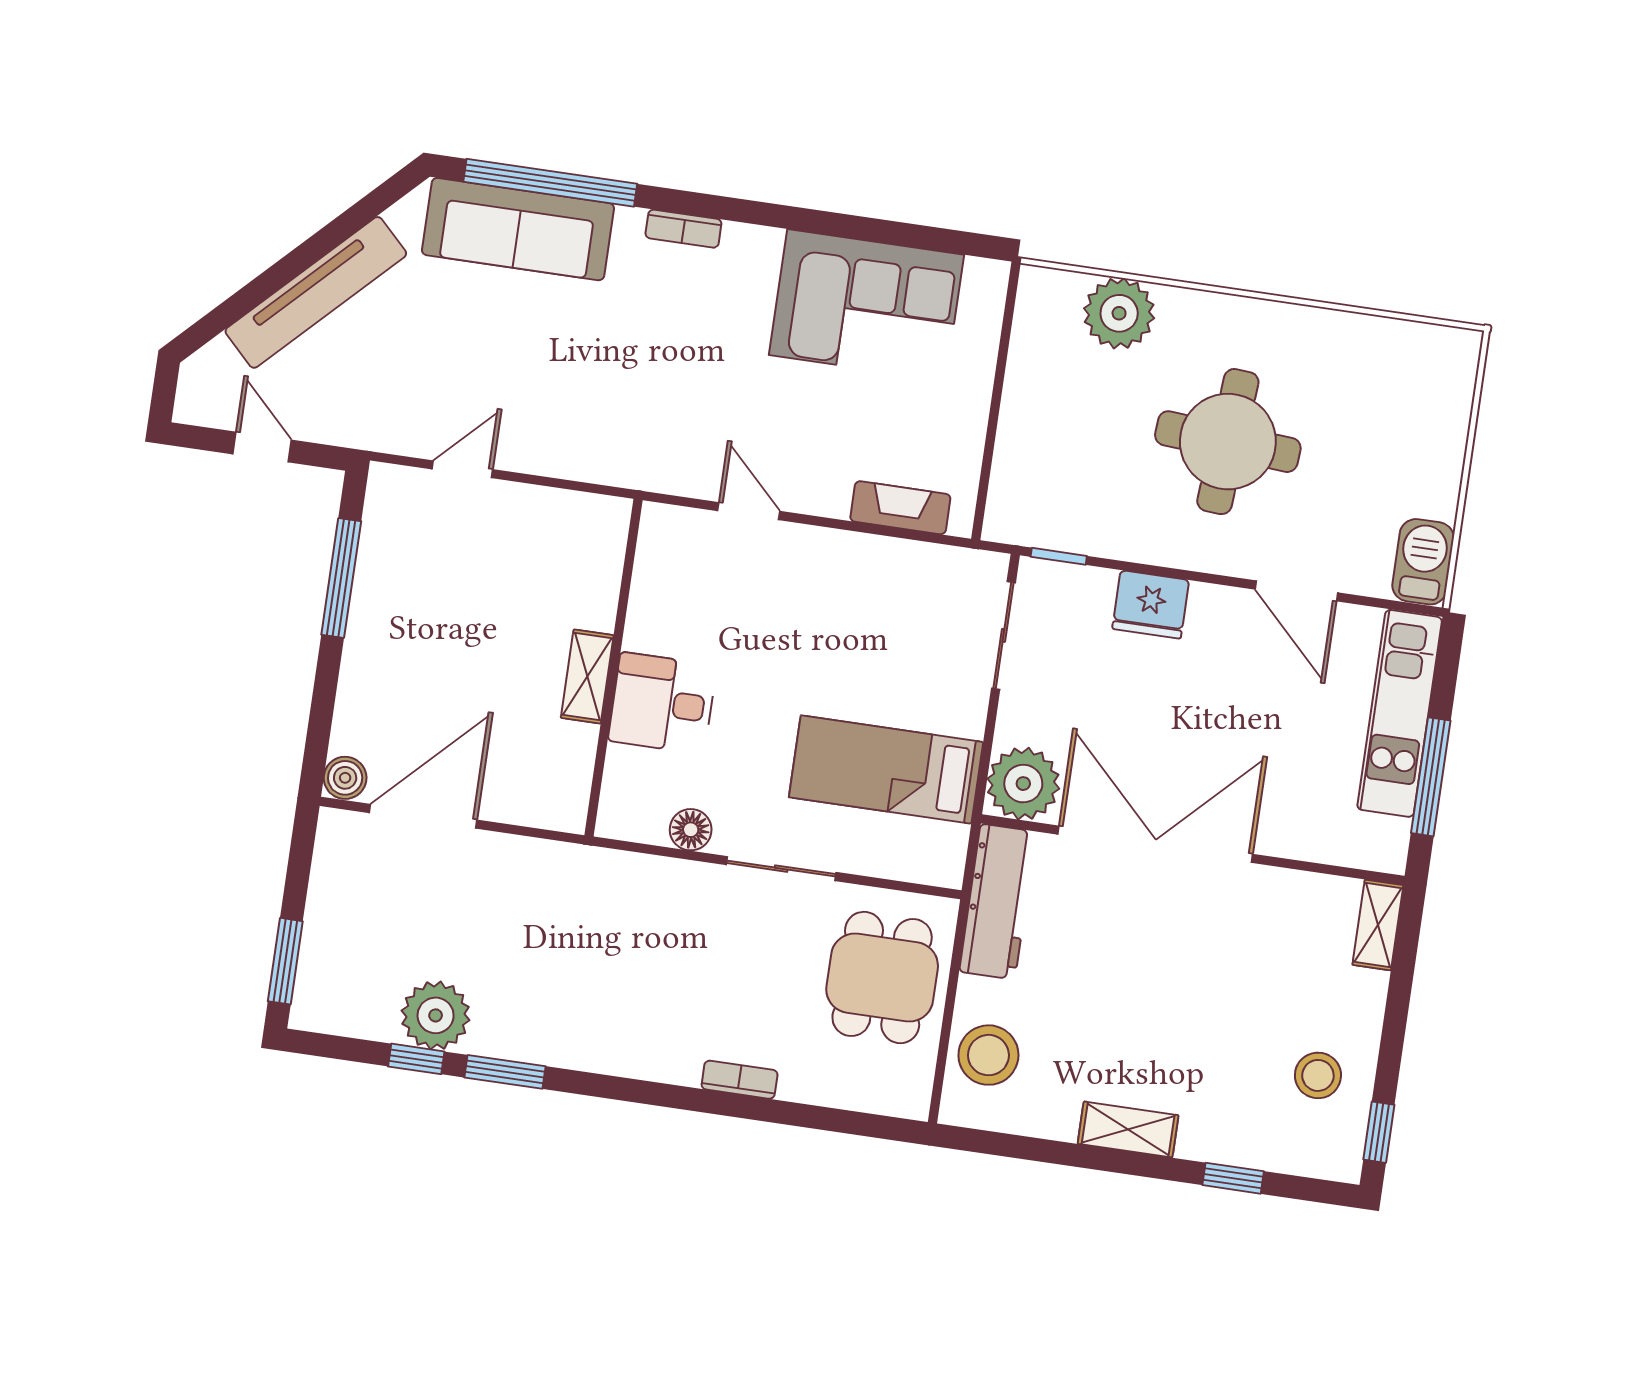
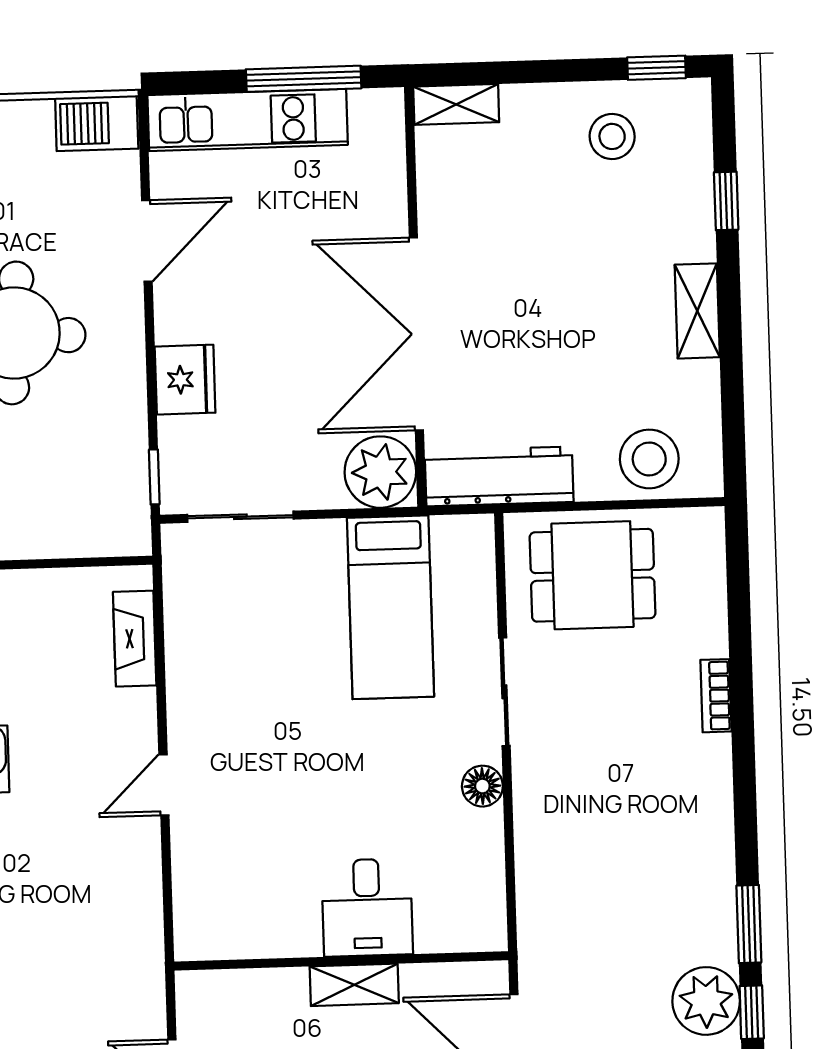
wall: (614, 668) -> (341, 961), moved
shelving: (587, 676) -> (354, 985), moved
desk: (662, 703) -> (367, 907), moved

